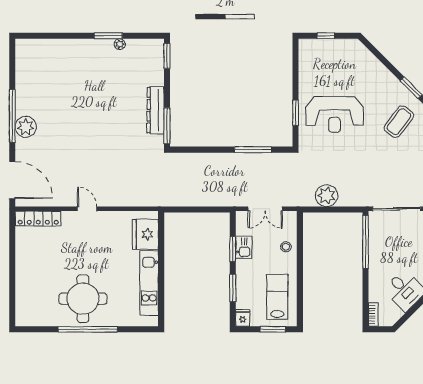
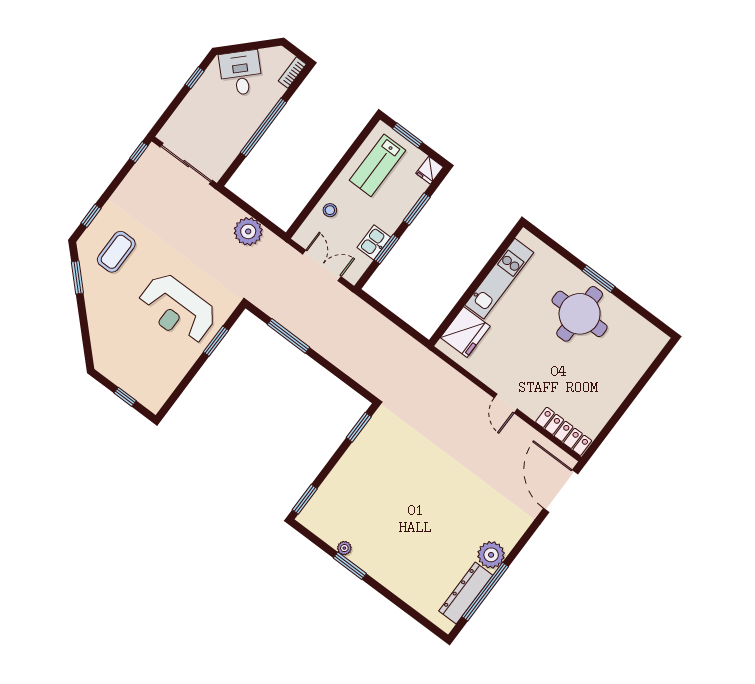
dresser: (156, 110) -> (466, 593), moved, turned 180
reception desk: (334, 114) -> (177, 309), turned 180
window: (12, 116) -> (485, 592), moved
coffee table: (399, 122) -> (116, 252), turned -37
window: (167, 126) -> (359, 427), width x0.69
plant: (26, 127) -> (491, 555), moved
window: (366, 242) -> (263, 127), moved
window: (88, 329) -> (598, 279), width x0.47

